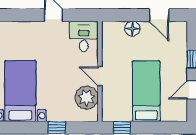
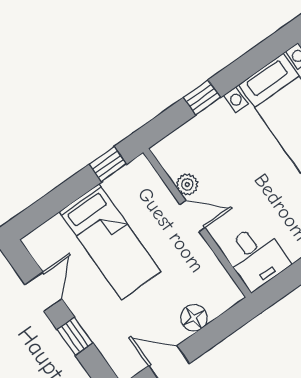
plant: (87, 98) -> (187, 185), width x0.53, depth x0.53

